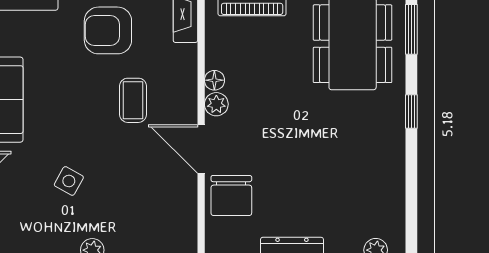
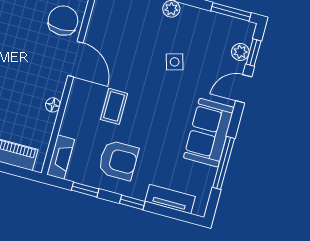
plant: (216, 104) -> (56, 88), removed
side table: (69, 181) -> (175, 62), turned 45

